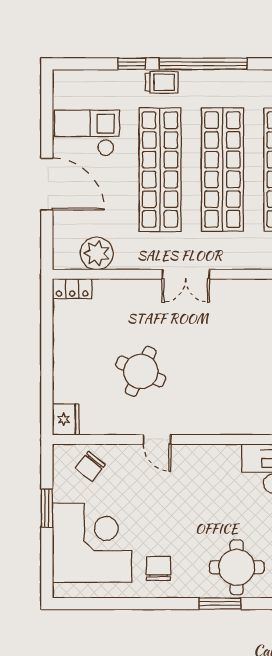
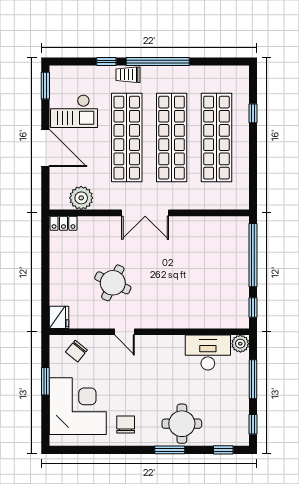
trolley: (162, 82) -> (128, 75), turned 180
window: (47, 97) -> (45, 86), added
checkout: (87, 133) -> (74, 111), turned 180
double door: (186, 274) -> (145, 213), width x1.37

